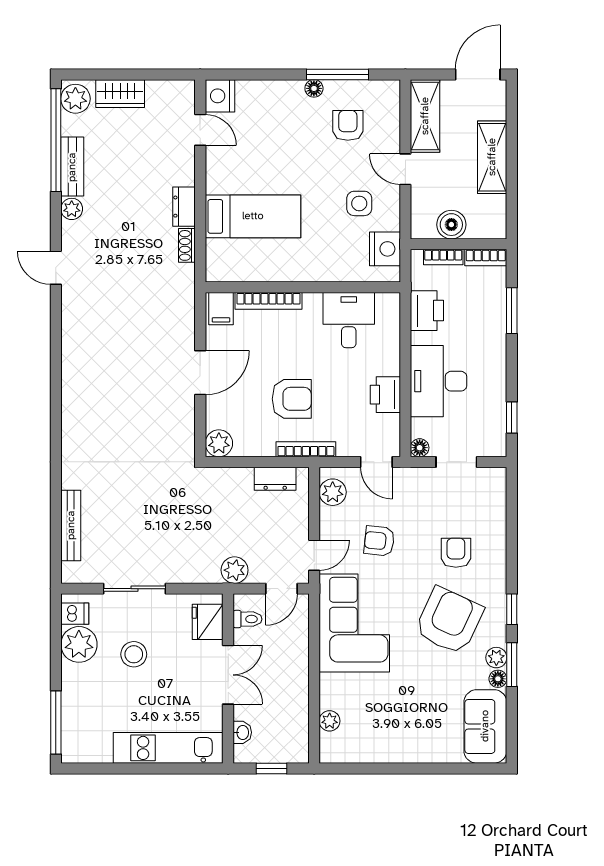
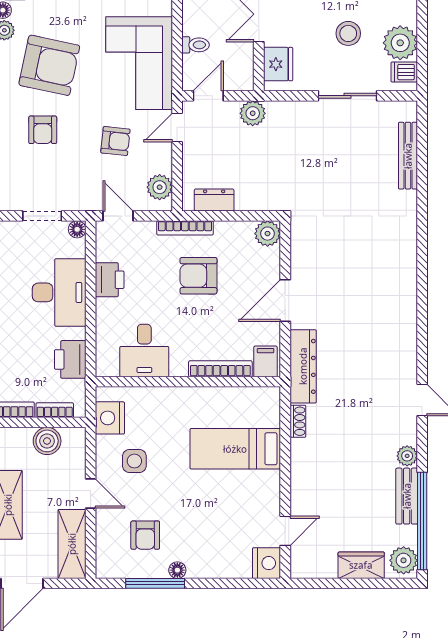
door: (200, 130) -> (285, 531), swing flipped
dresser: (184, 207) -> (303, 366), moved, width x1.96, depth x1.24
toilet: (247, 619) -> (196, 45), moved, turned 180
armchair: (449, 621) -> (49, 65), turned -103

